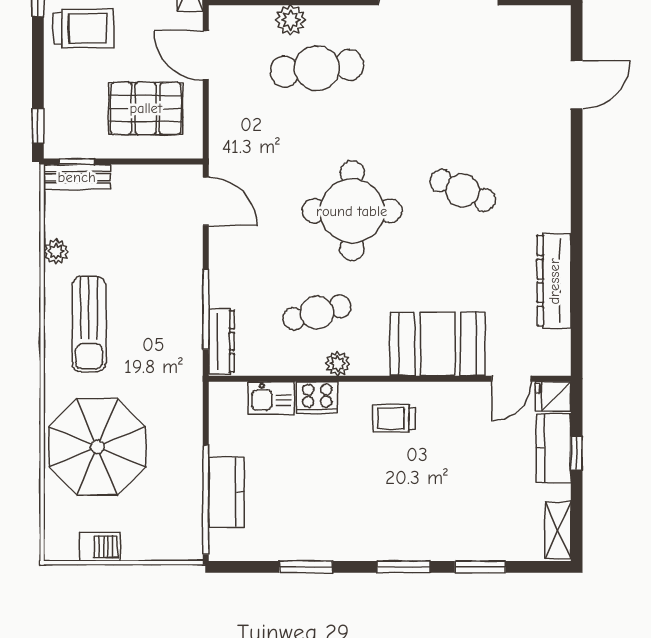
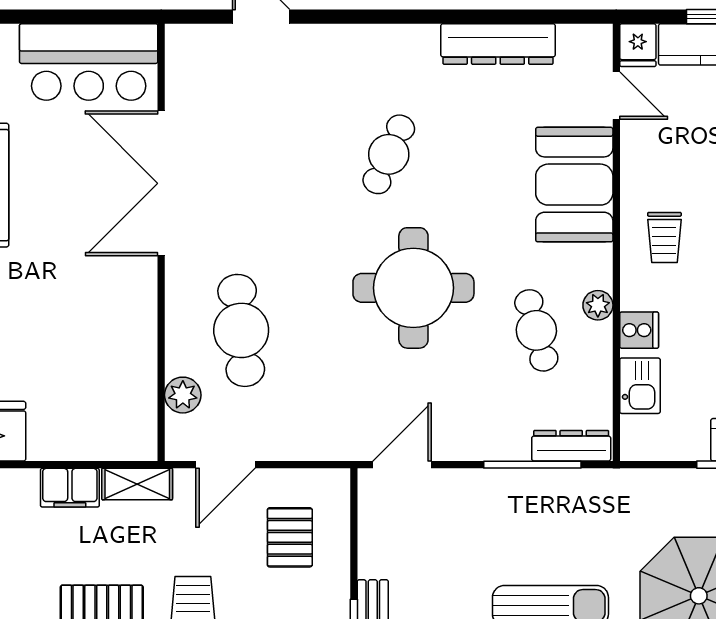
plant: (291, 20) -> (183, 395), moved
pallet: (146, 108) -> (290, 537), width x0.67, depth x0.71
cooker: (317, 398) -> (639, 330), width x0.73

